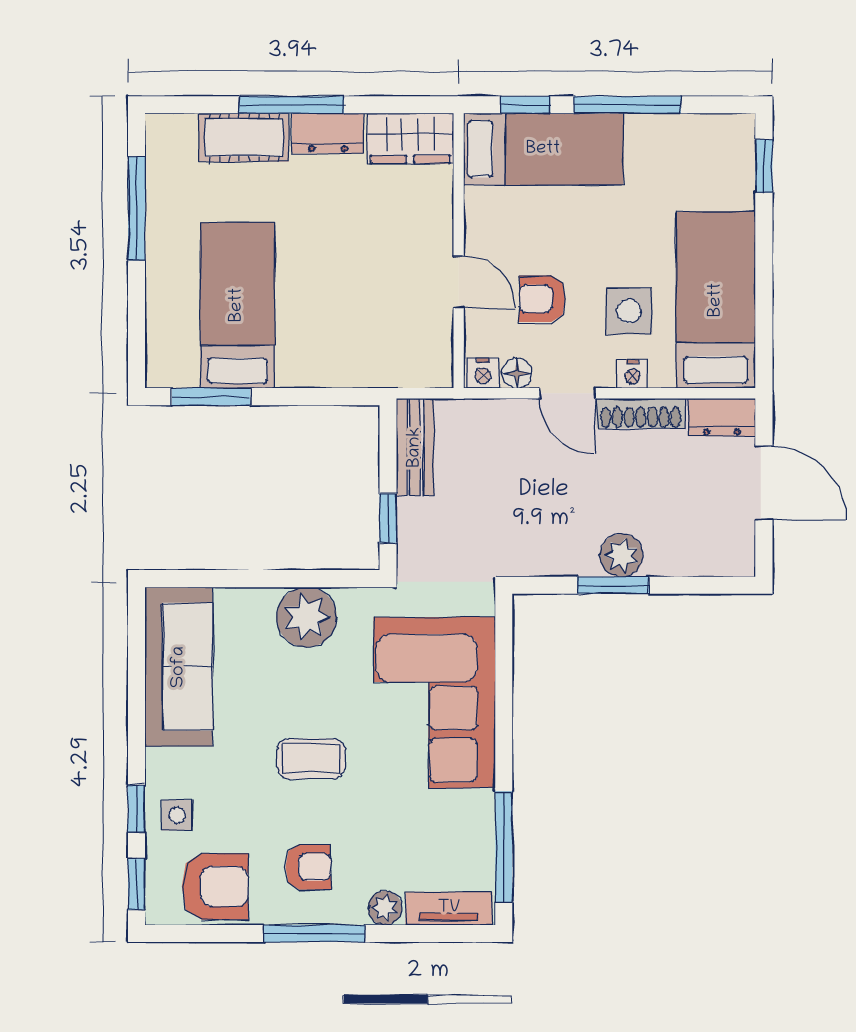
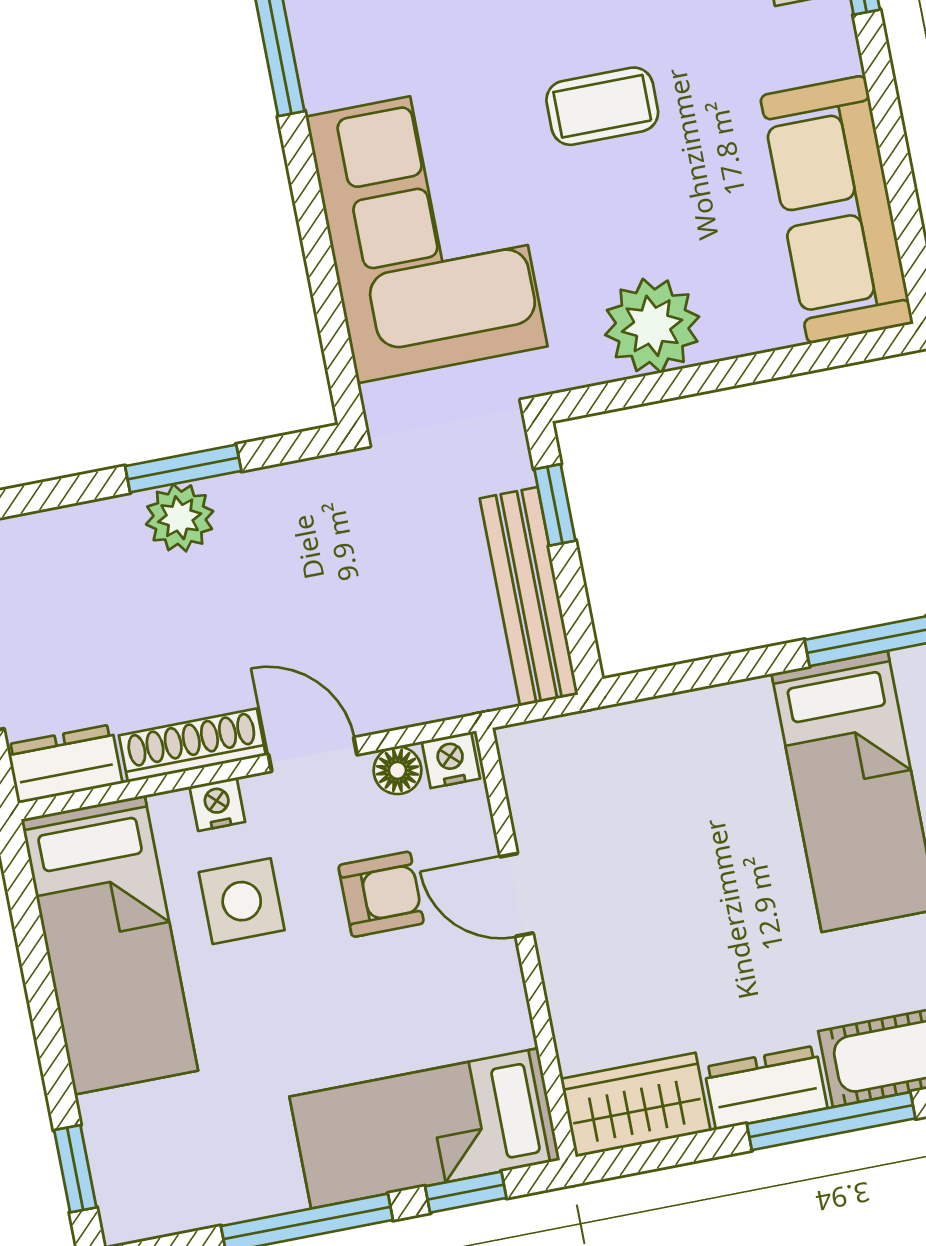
bench: (415, 447) -> (529, 596), width x1.36

